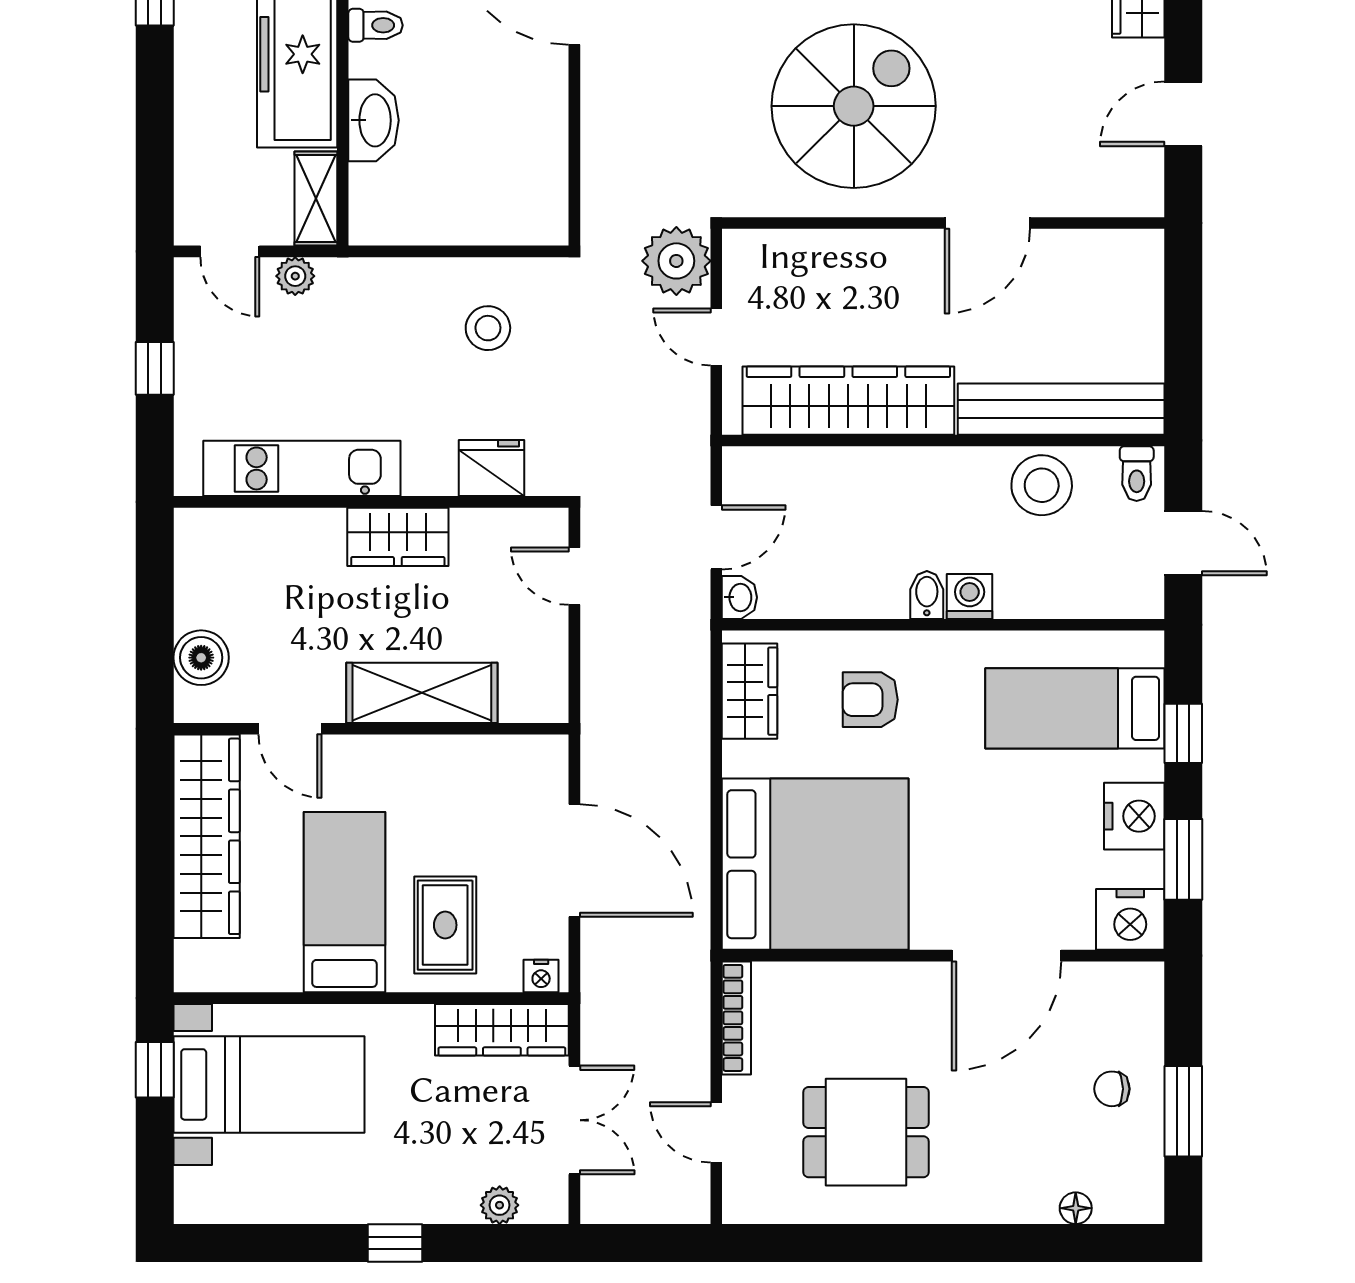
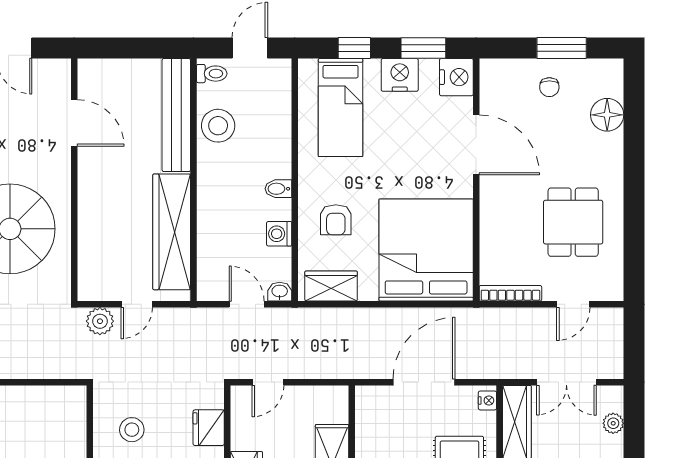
door: (987, 223) -> (74, 123), moved
plant: (676, 261) -> (100, 321), width x0.73, depth x0.73
washing machine: (970, 596) -> (279, 234), moved
double door: (574, 1120) -> (566, 382), swing flipped
floor lamp: (1076, 1208) -> (607, 115), width x1.89, depth x1.89

